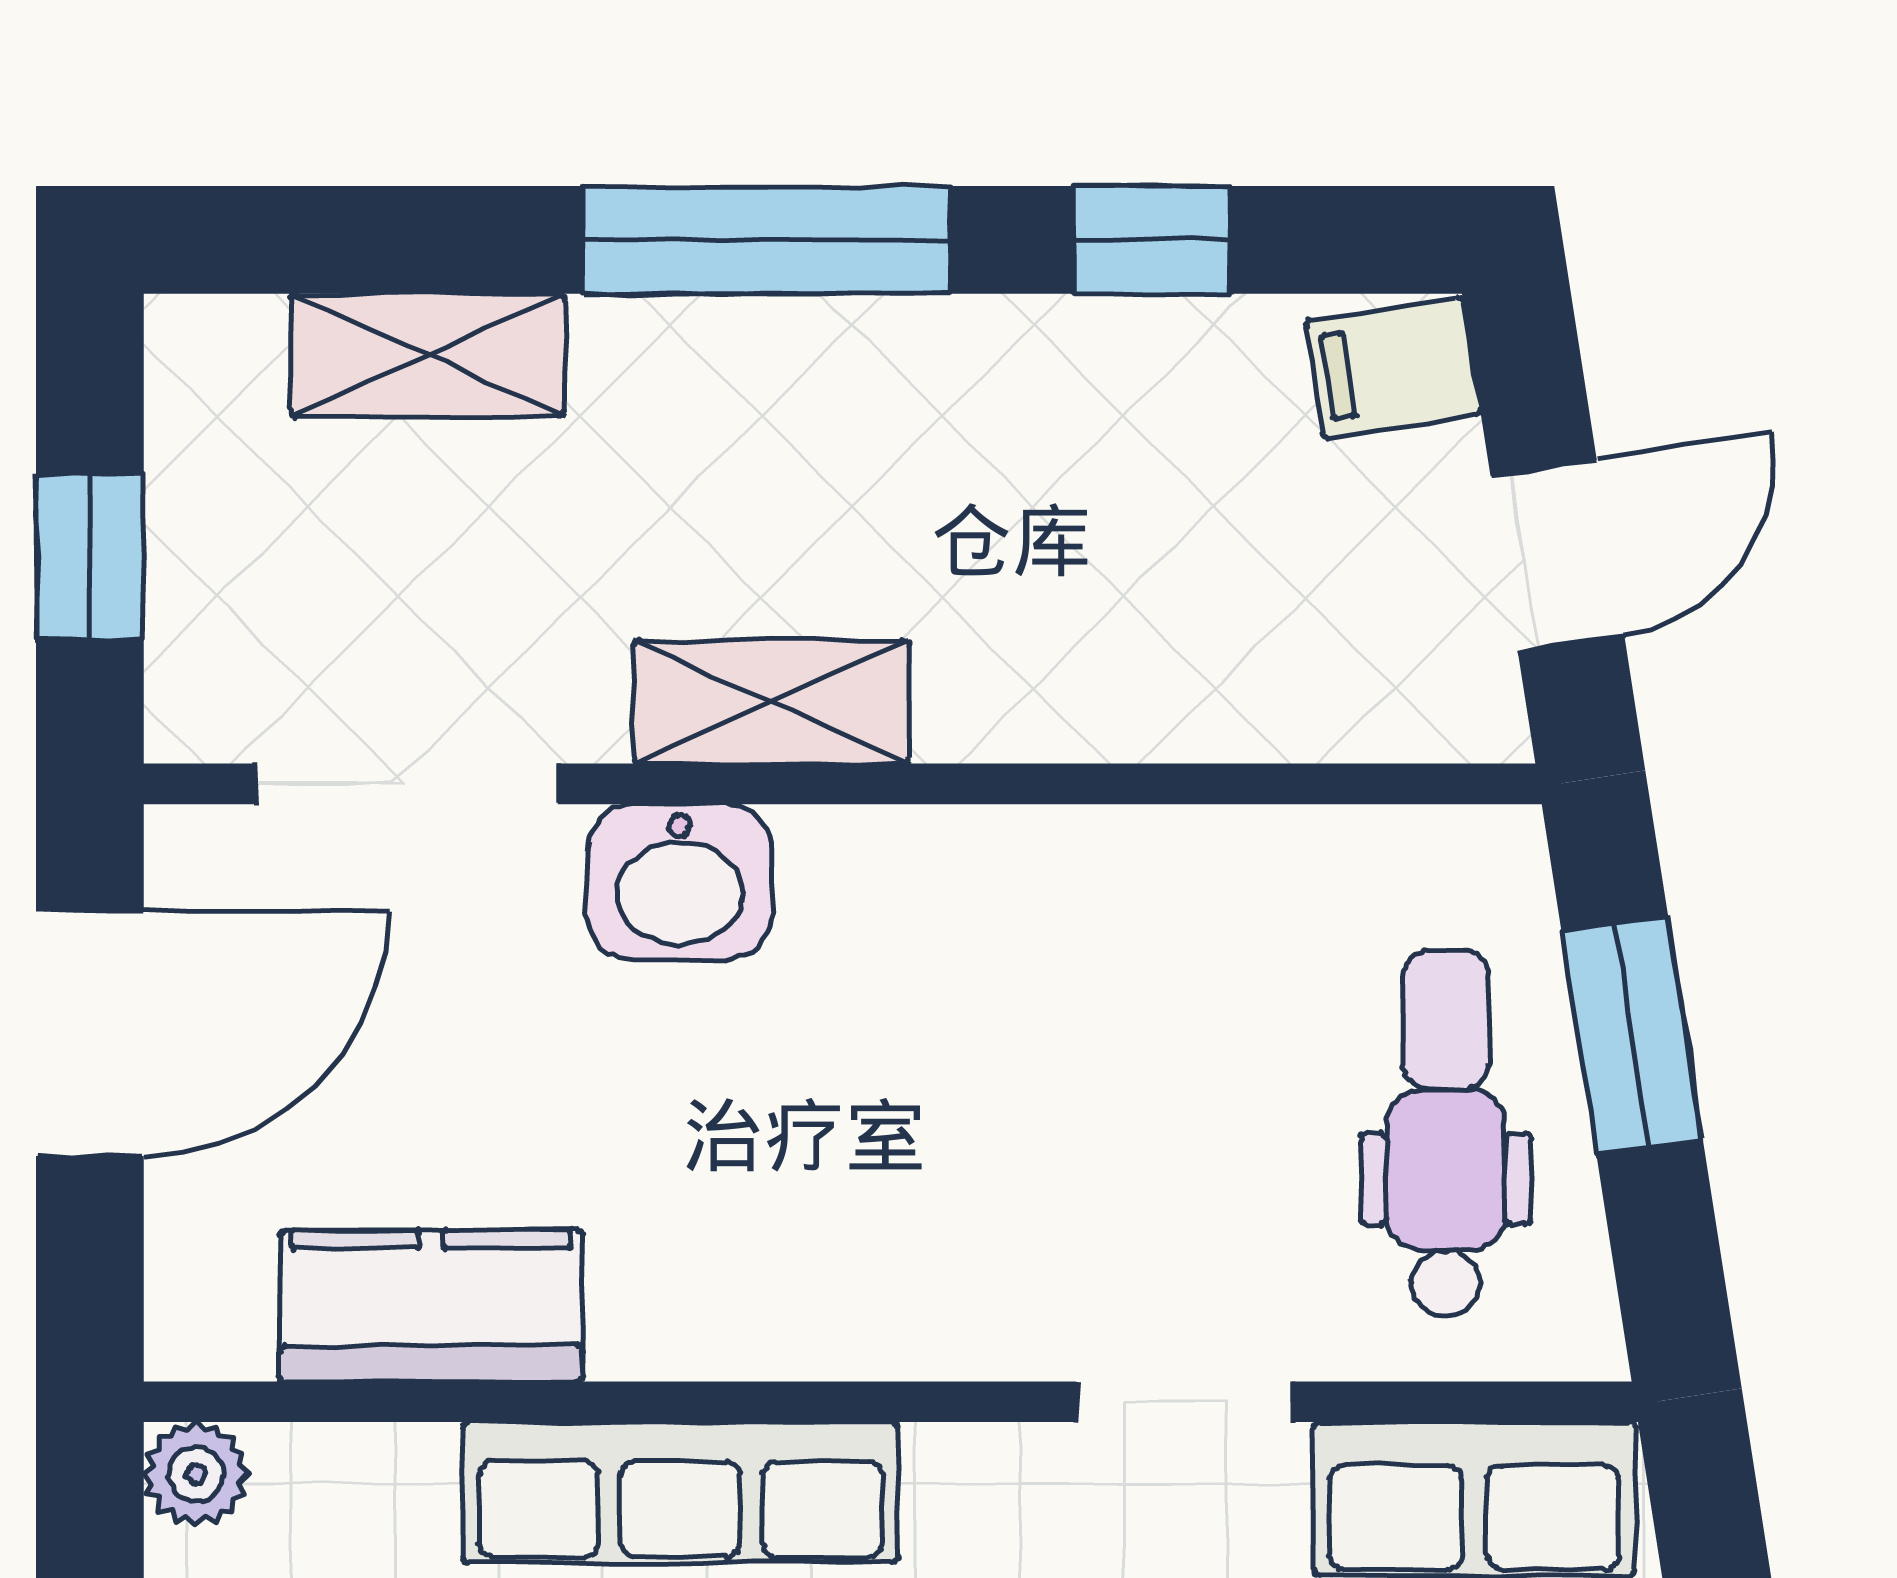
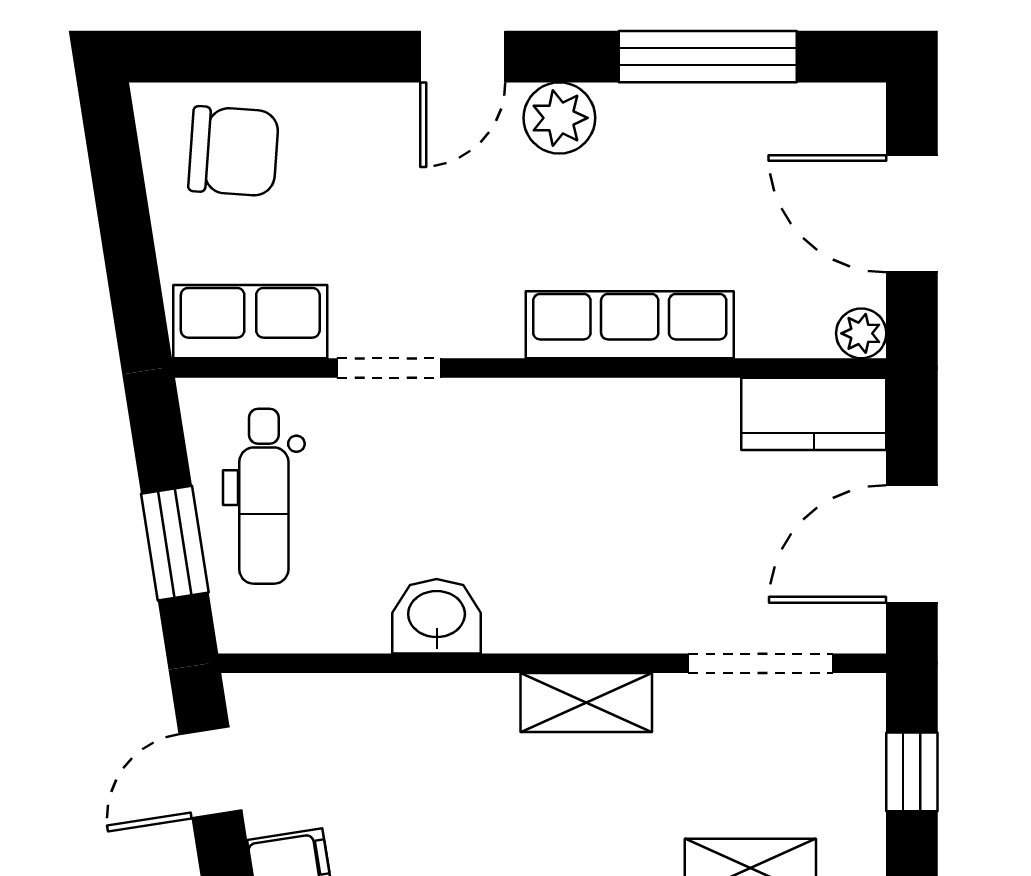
washbasin: (680, 882) -> (437, 616), moved
kitchen counter: (431, 1306) -> (814, 414), moved

